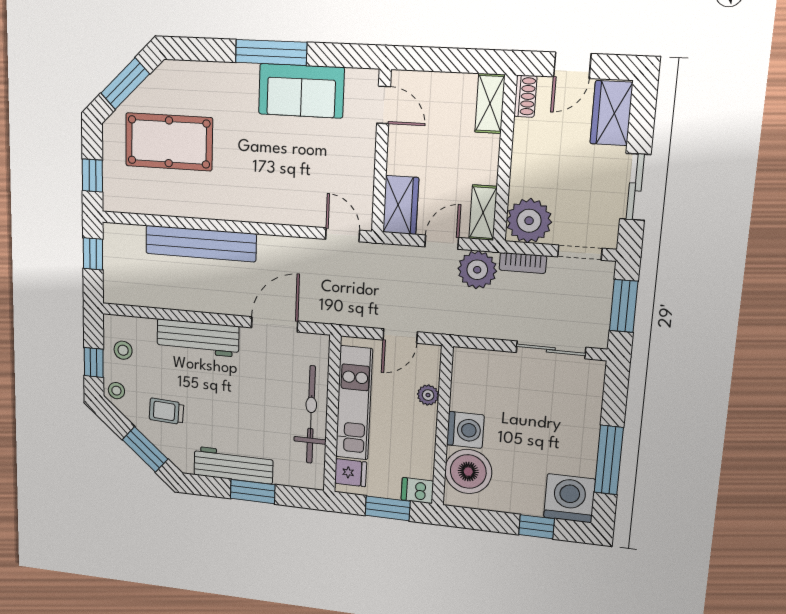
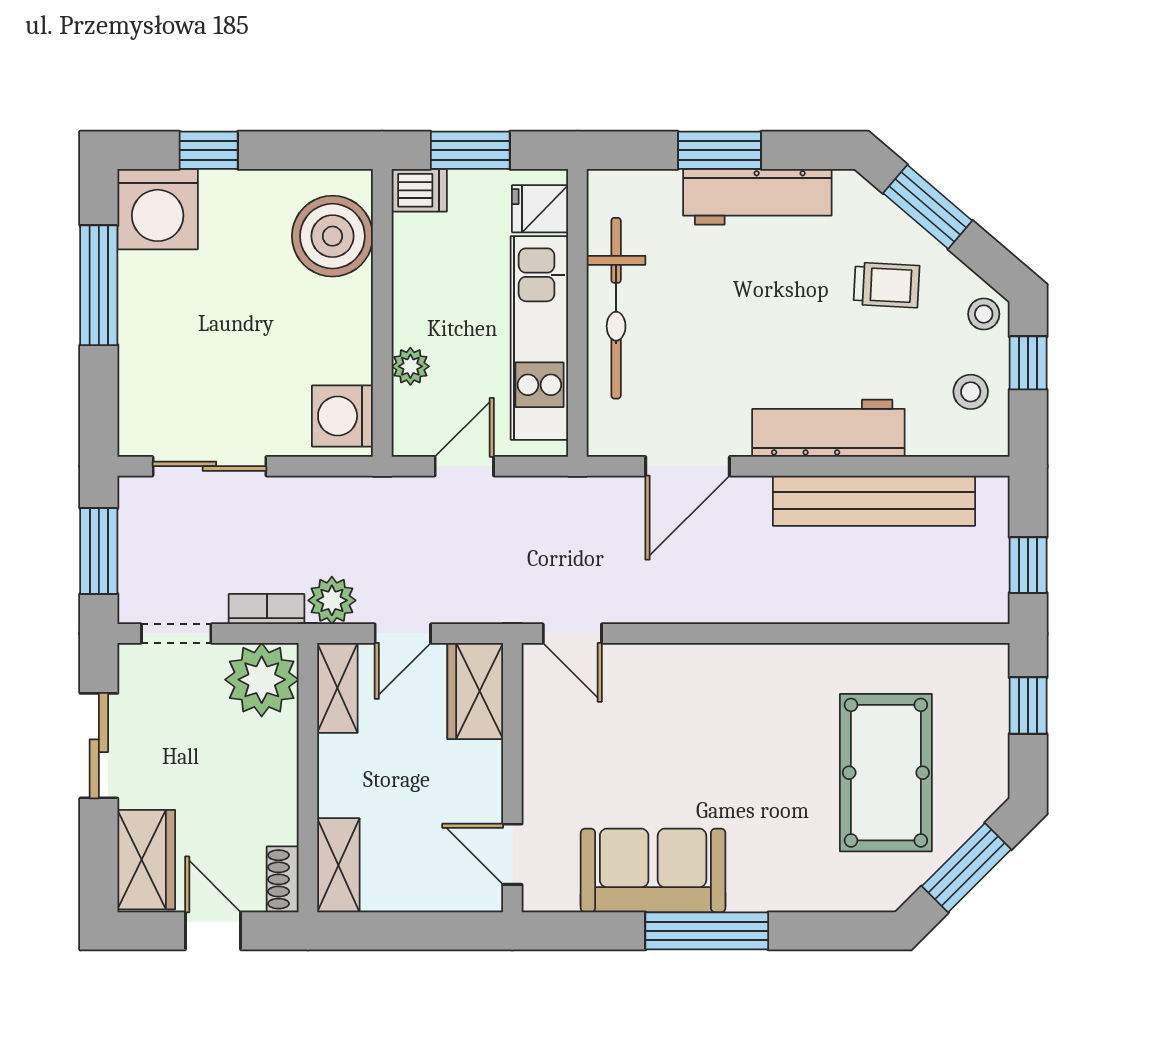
door: (572, 65) -> (213, 931), hinge flipped
pool table: (169, 142) -> (886, 773), turned 90
bench: (201, 244) -> (874, 501), moved
plant: (477, 270) -> (332, 600), width x0.73, depth x0.73
washing machine: (465, 430) -> (342, 416), moved

